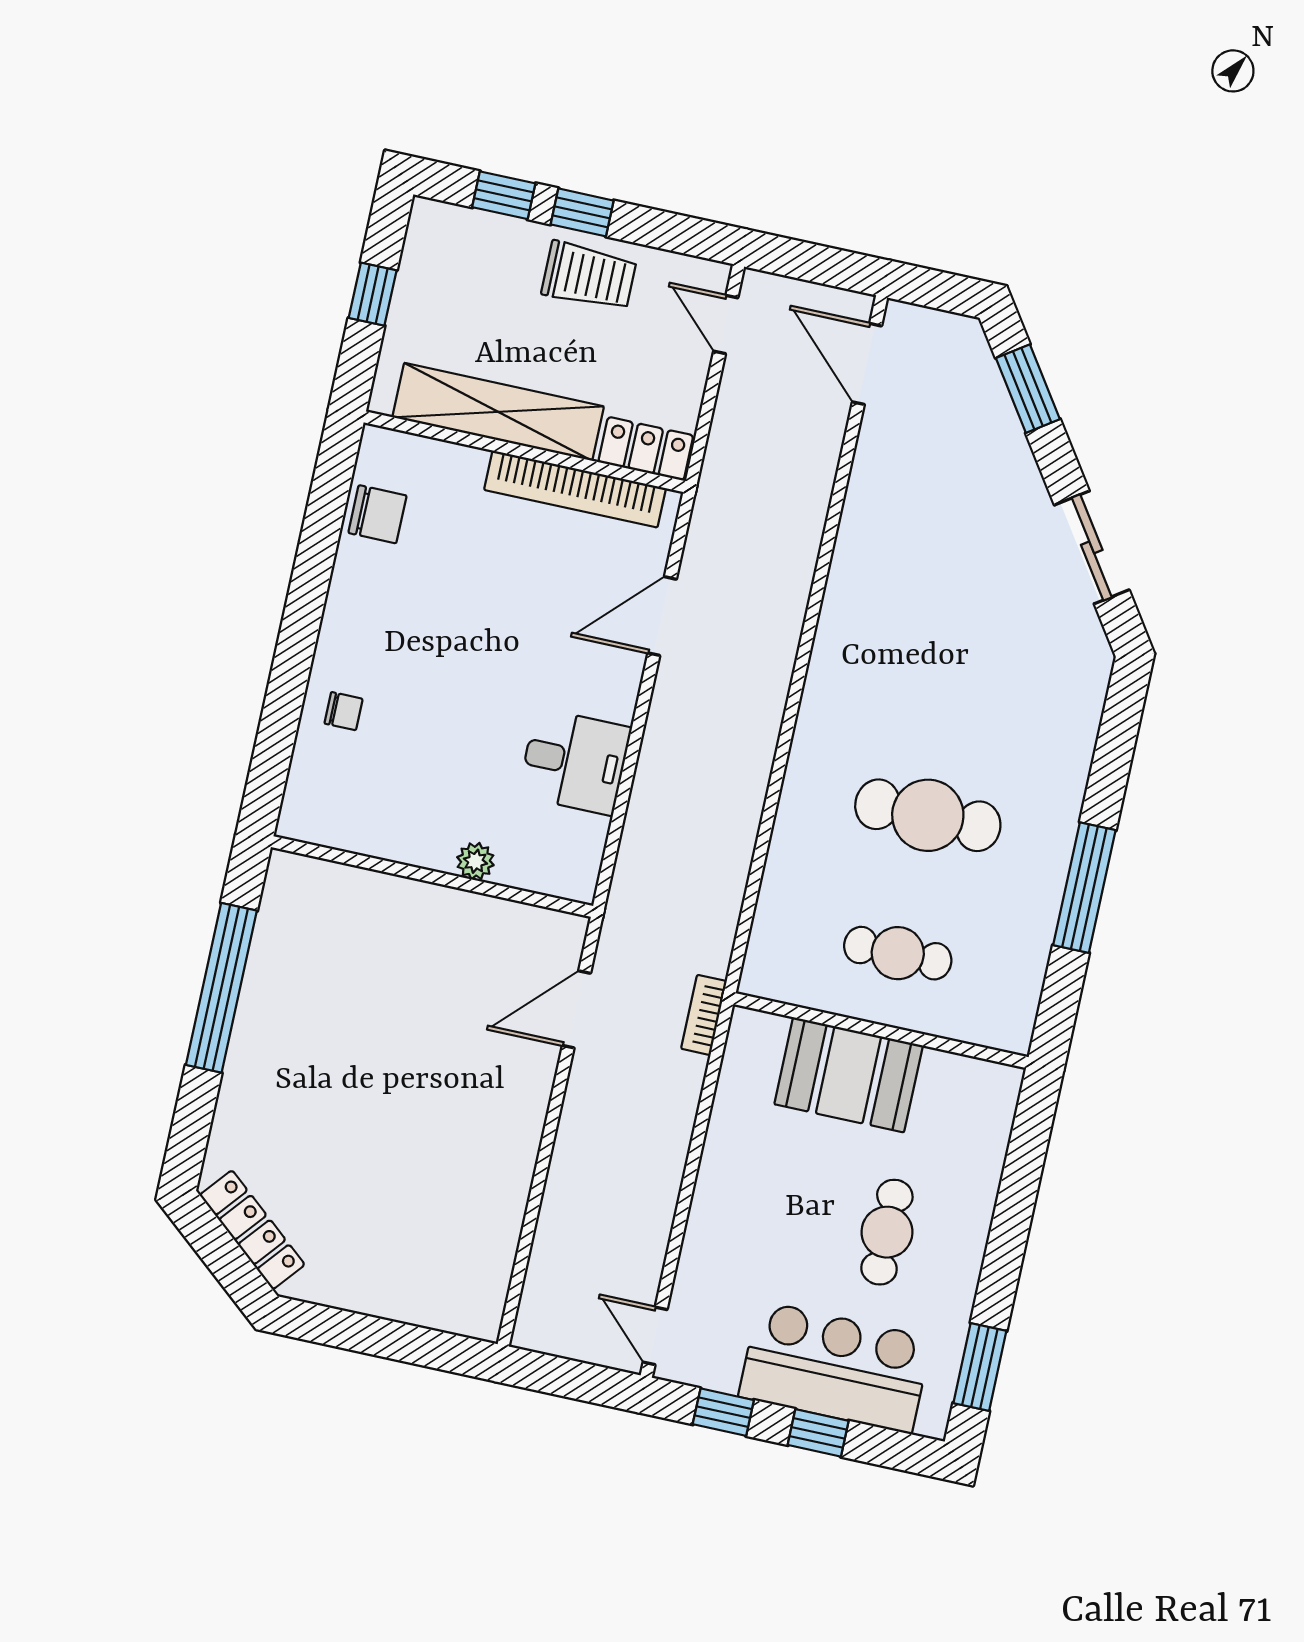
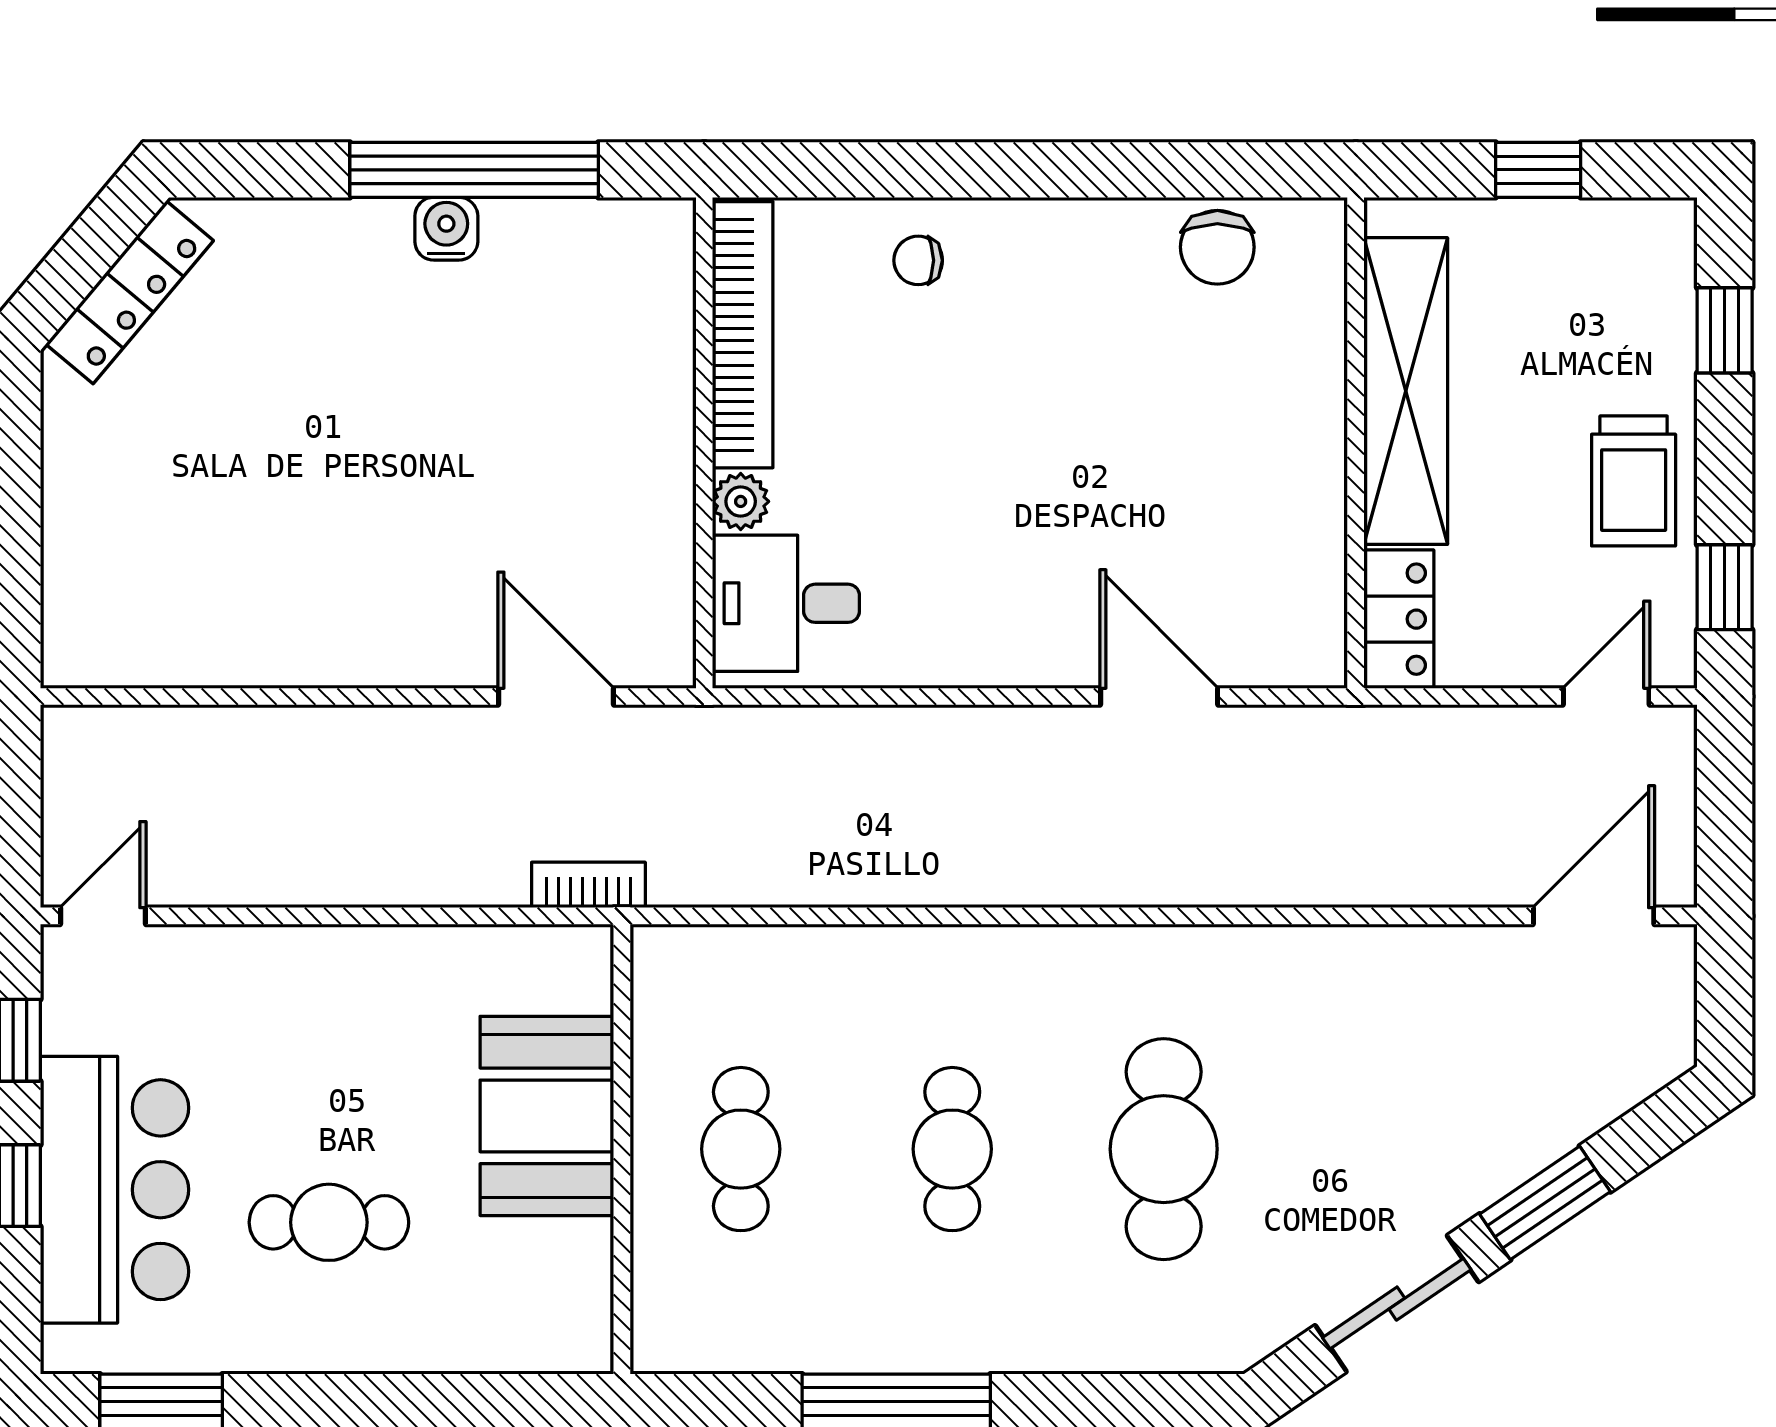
window: (582, 212) -> (1725, 587), moved
window: (1028, 389) -> (1545, 1203), moved
bookcase: (575, 489) -> (743, 335), moved, turned 180
cafe table: (958, 677) -> (1164, 1149), added
chair: (344, 711) -> (918, 260), turned 90
desk: (575, 762) -> (786, 603), moved, turned 90
cafe table: (928, 815) -> (952, 1149), width x0.73, depth x0.74
water cooler: (256, 1014) -> (446, 229), added

